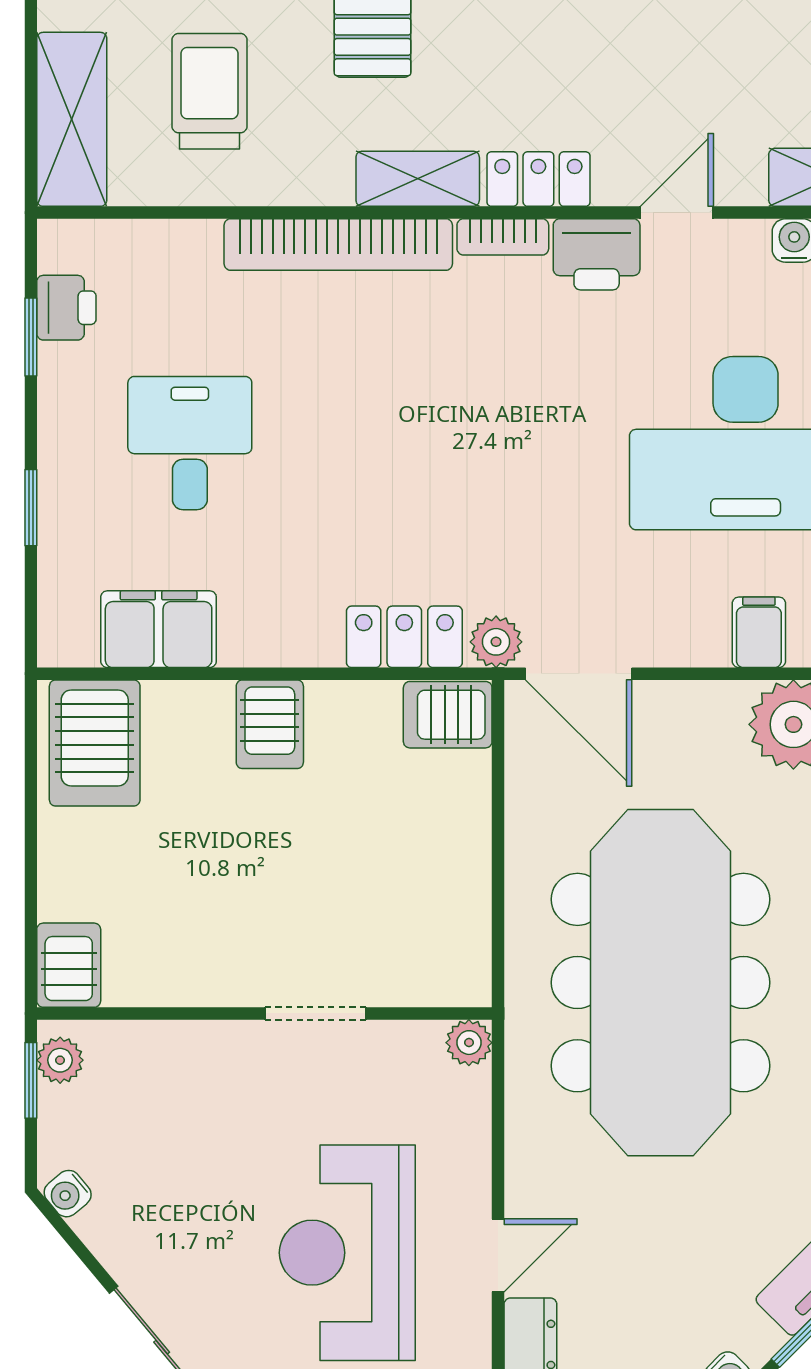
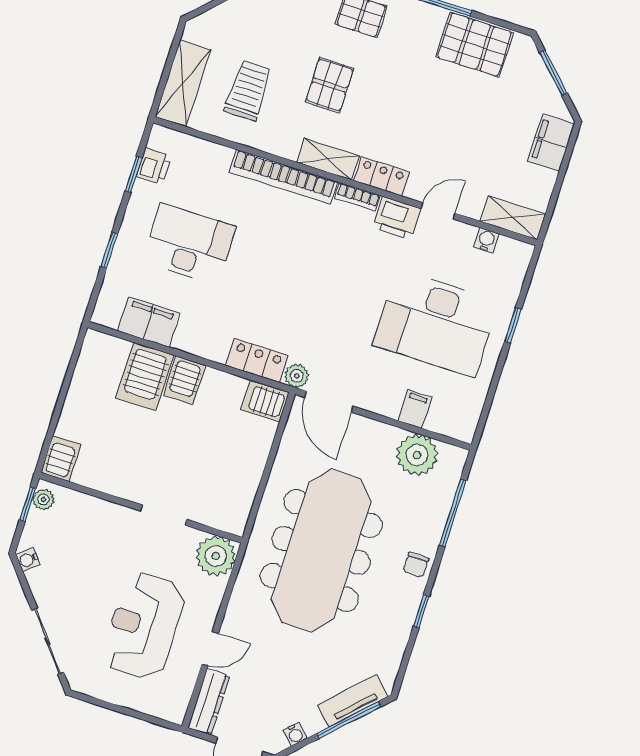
desk: (190, 443) -> (189, 244), width x1.37
server rack: (95, 743) -> (145, 377), moved
plant: (469, 1043) -> (216, 556), width x1.88, depth x1.88

